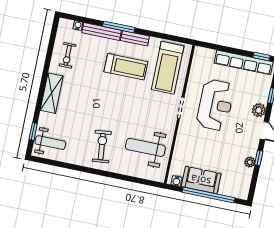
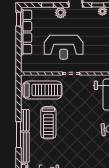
treadmill: (126, 67) -> (48, 123), turned 180
reception desk: (215, 105) -> (64, 47), turned 180

